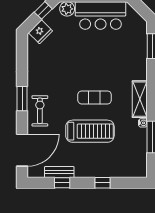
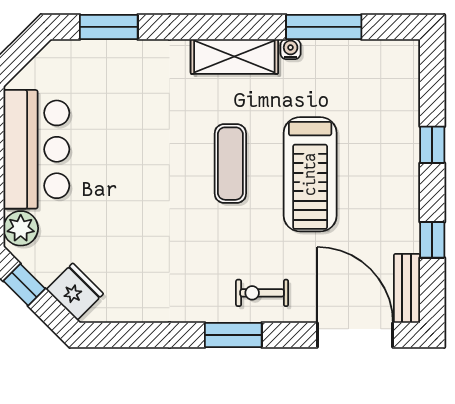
exercise bike: (40, 111) -> (262, 293), width x0.73, depth x0.72
treadmill: (90, 131) -> (310, 174), turned 180
bench: (59, 172) -> (407, 288), moved

